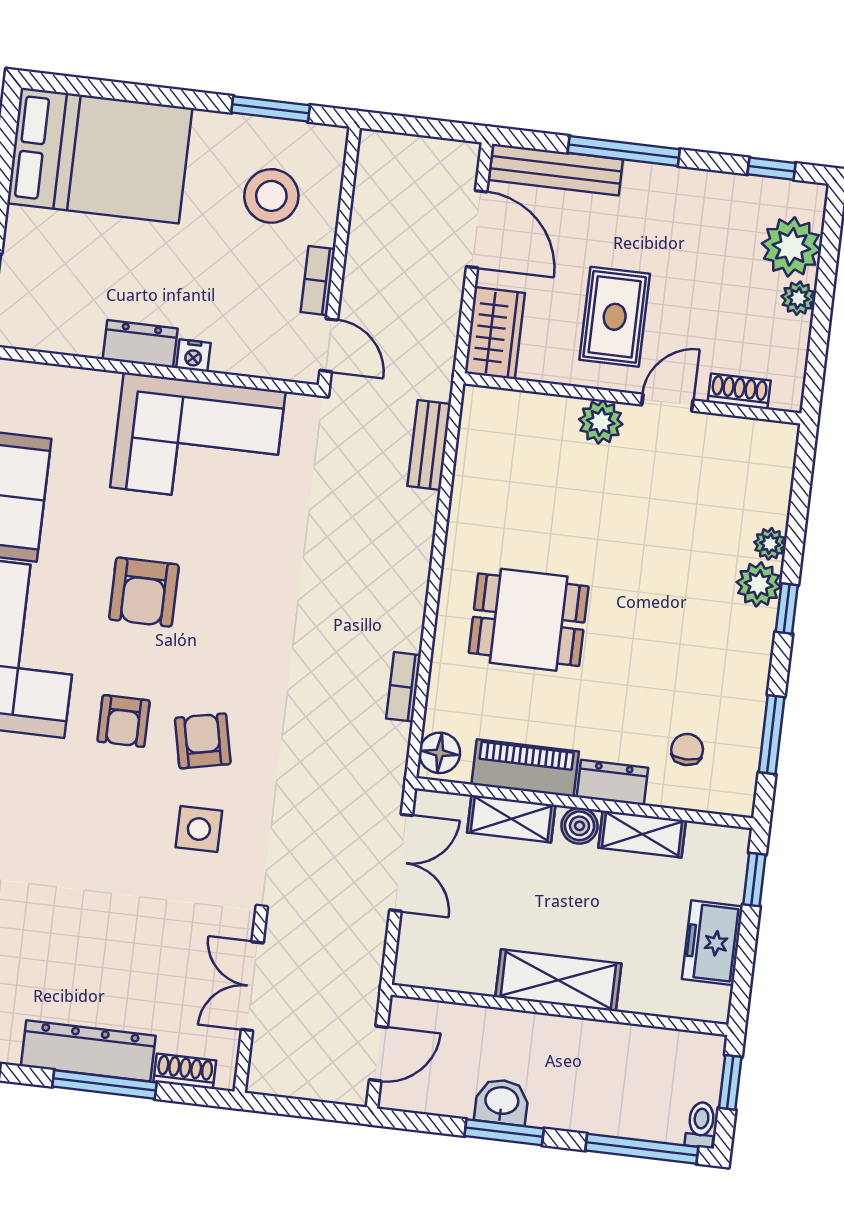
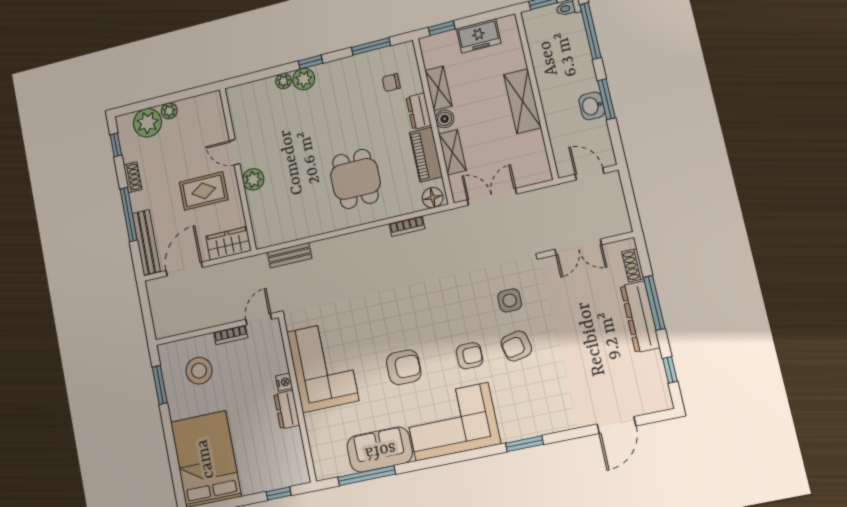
shoe rack: (739, 391) -> (133, 177), moved, turned 180
armchair: (203, 741) -> (516, 346), moved

